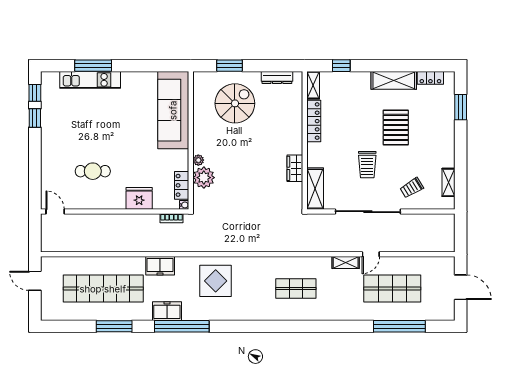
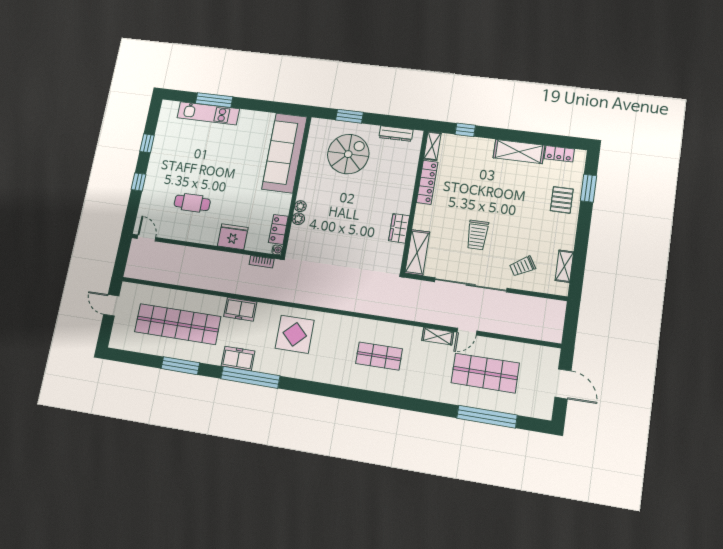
window: (35, 93) -> (139, 182), moved
pallet: (396, 127) -> (562, 200), moved, width x0.67, depth x0.71
plant: (204, 178) -> (298, 219), width x0.53, depth x0.53

